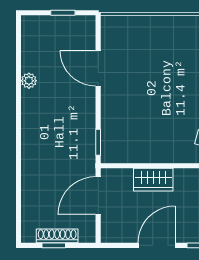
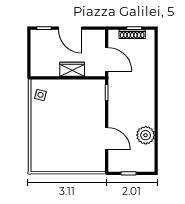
plant: (29, 81) -> (146, 135), width x1.87, depth x1.87
door: (98, 196) -> (107, 59), hinge flipped
door: (157, 245) -> (70, 28), hinge flipped

